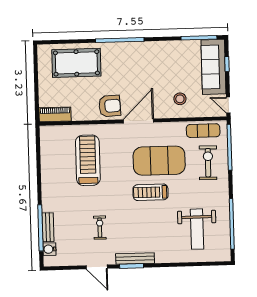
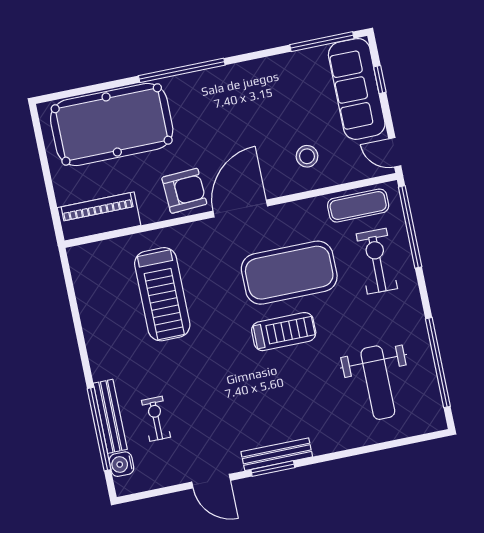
pool table: (76, 63) -> (112, 124), width x1.36, depth x1.32
piano: (55, 114) -> (99, 216), width x1.37, depth x1.33
treadmill: (88, 160) -> (162, 294), turned 180
treadmill: (150, 192) -> (284, 332), turned 180
bench: (48, 227) -> (110, 416), width x1.36
exercise bike: (100, 228) -> (156, 419), moved

